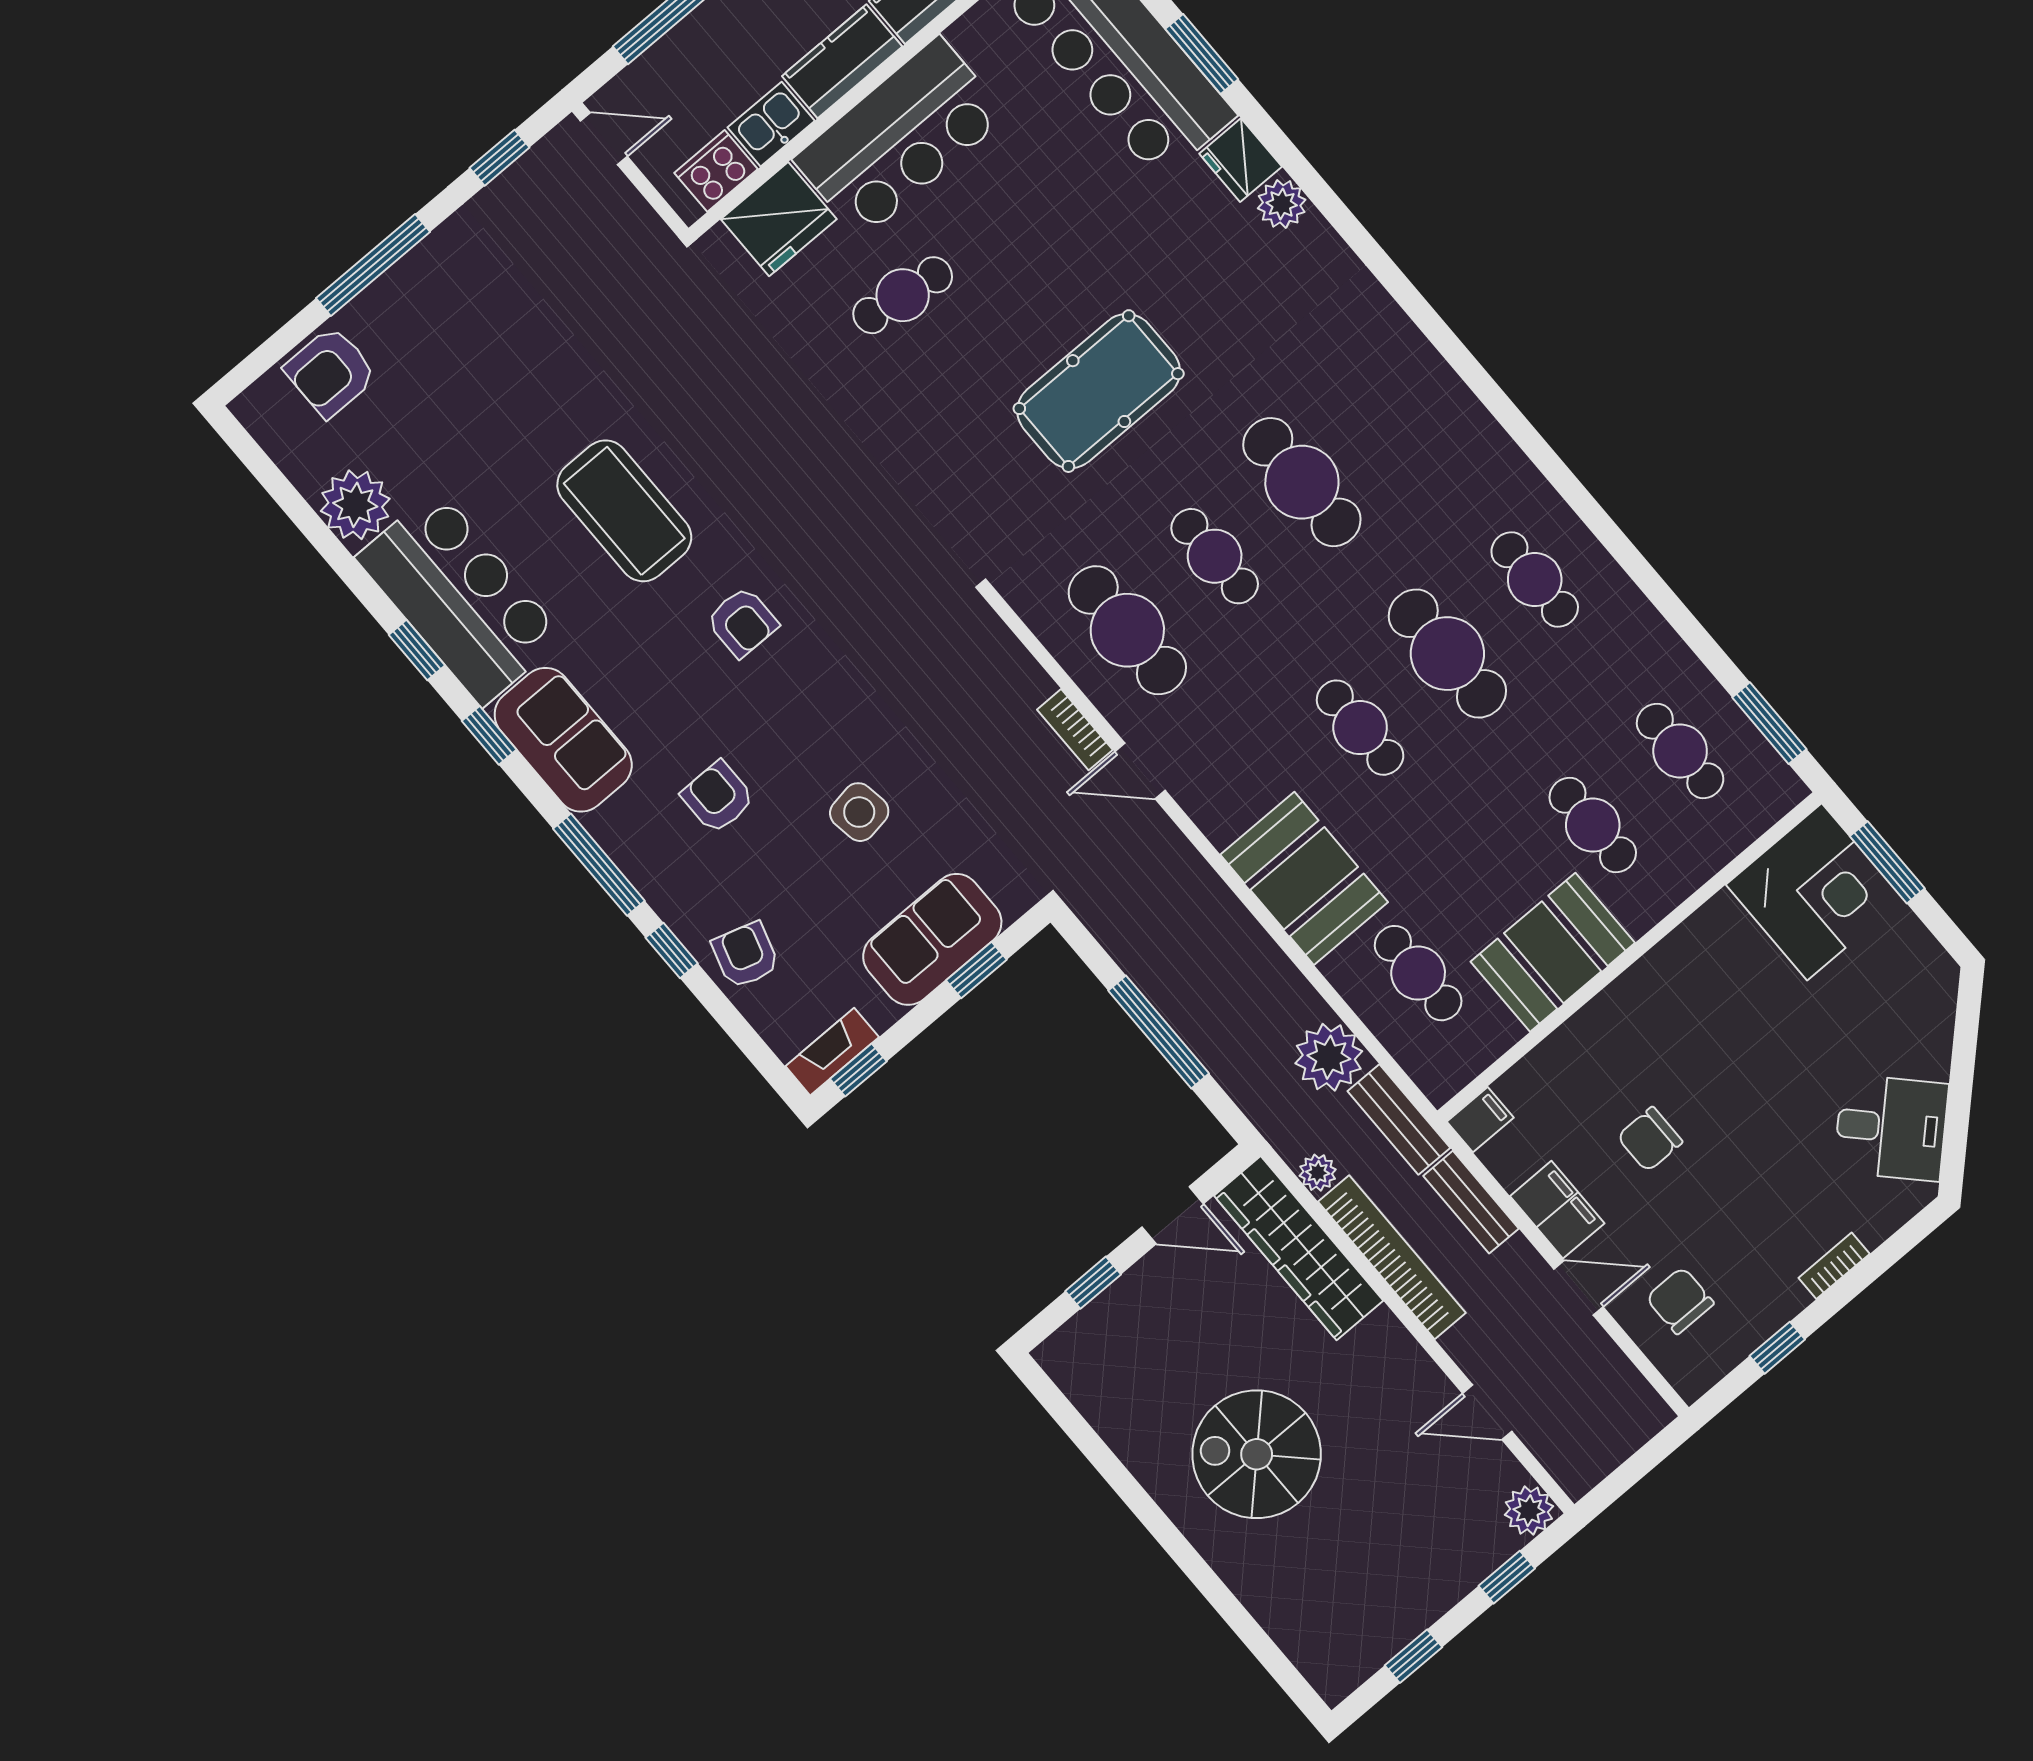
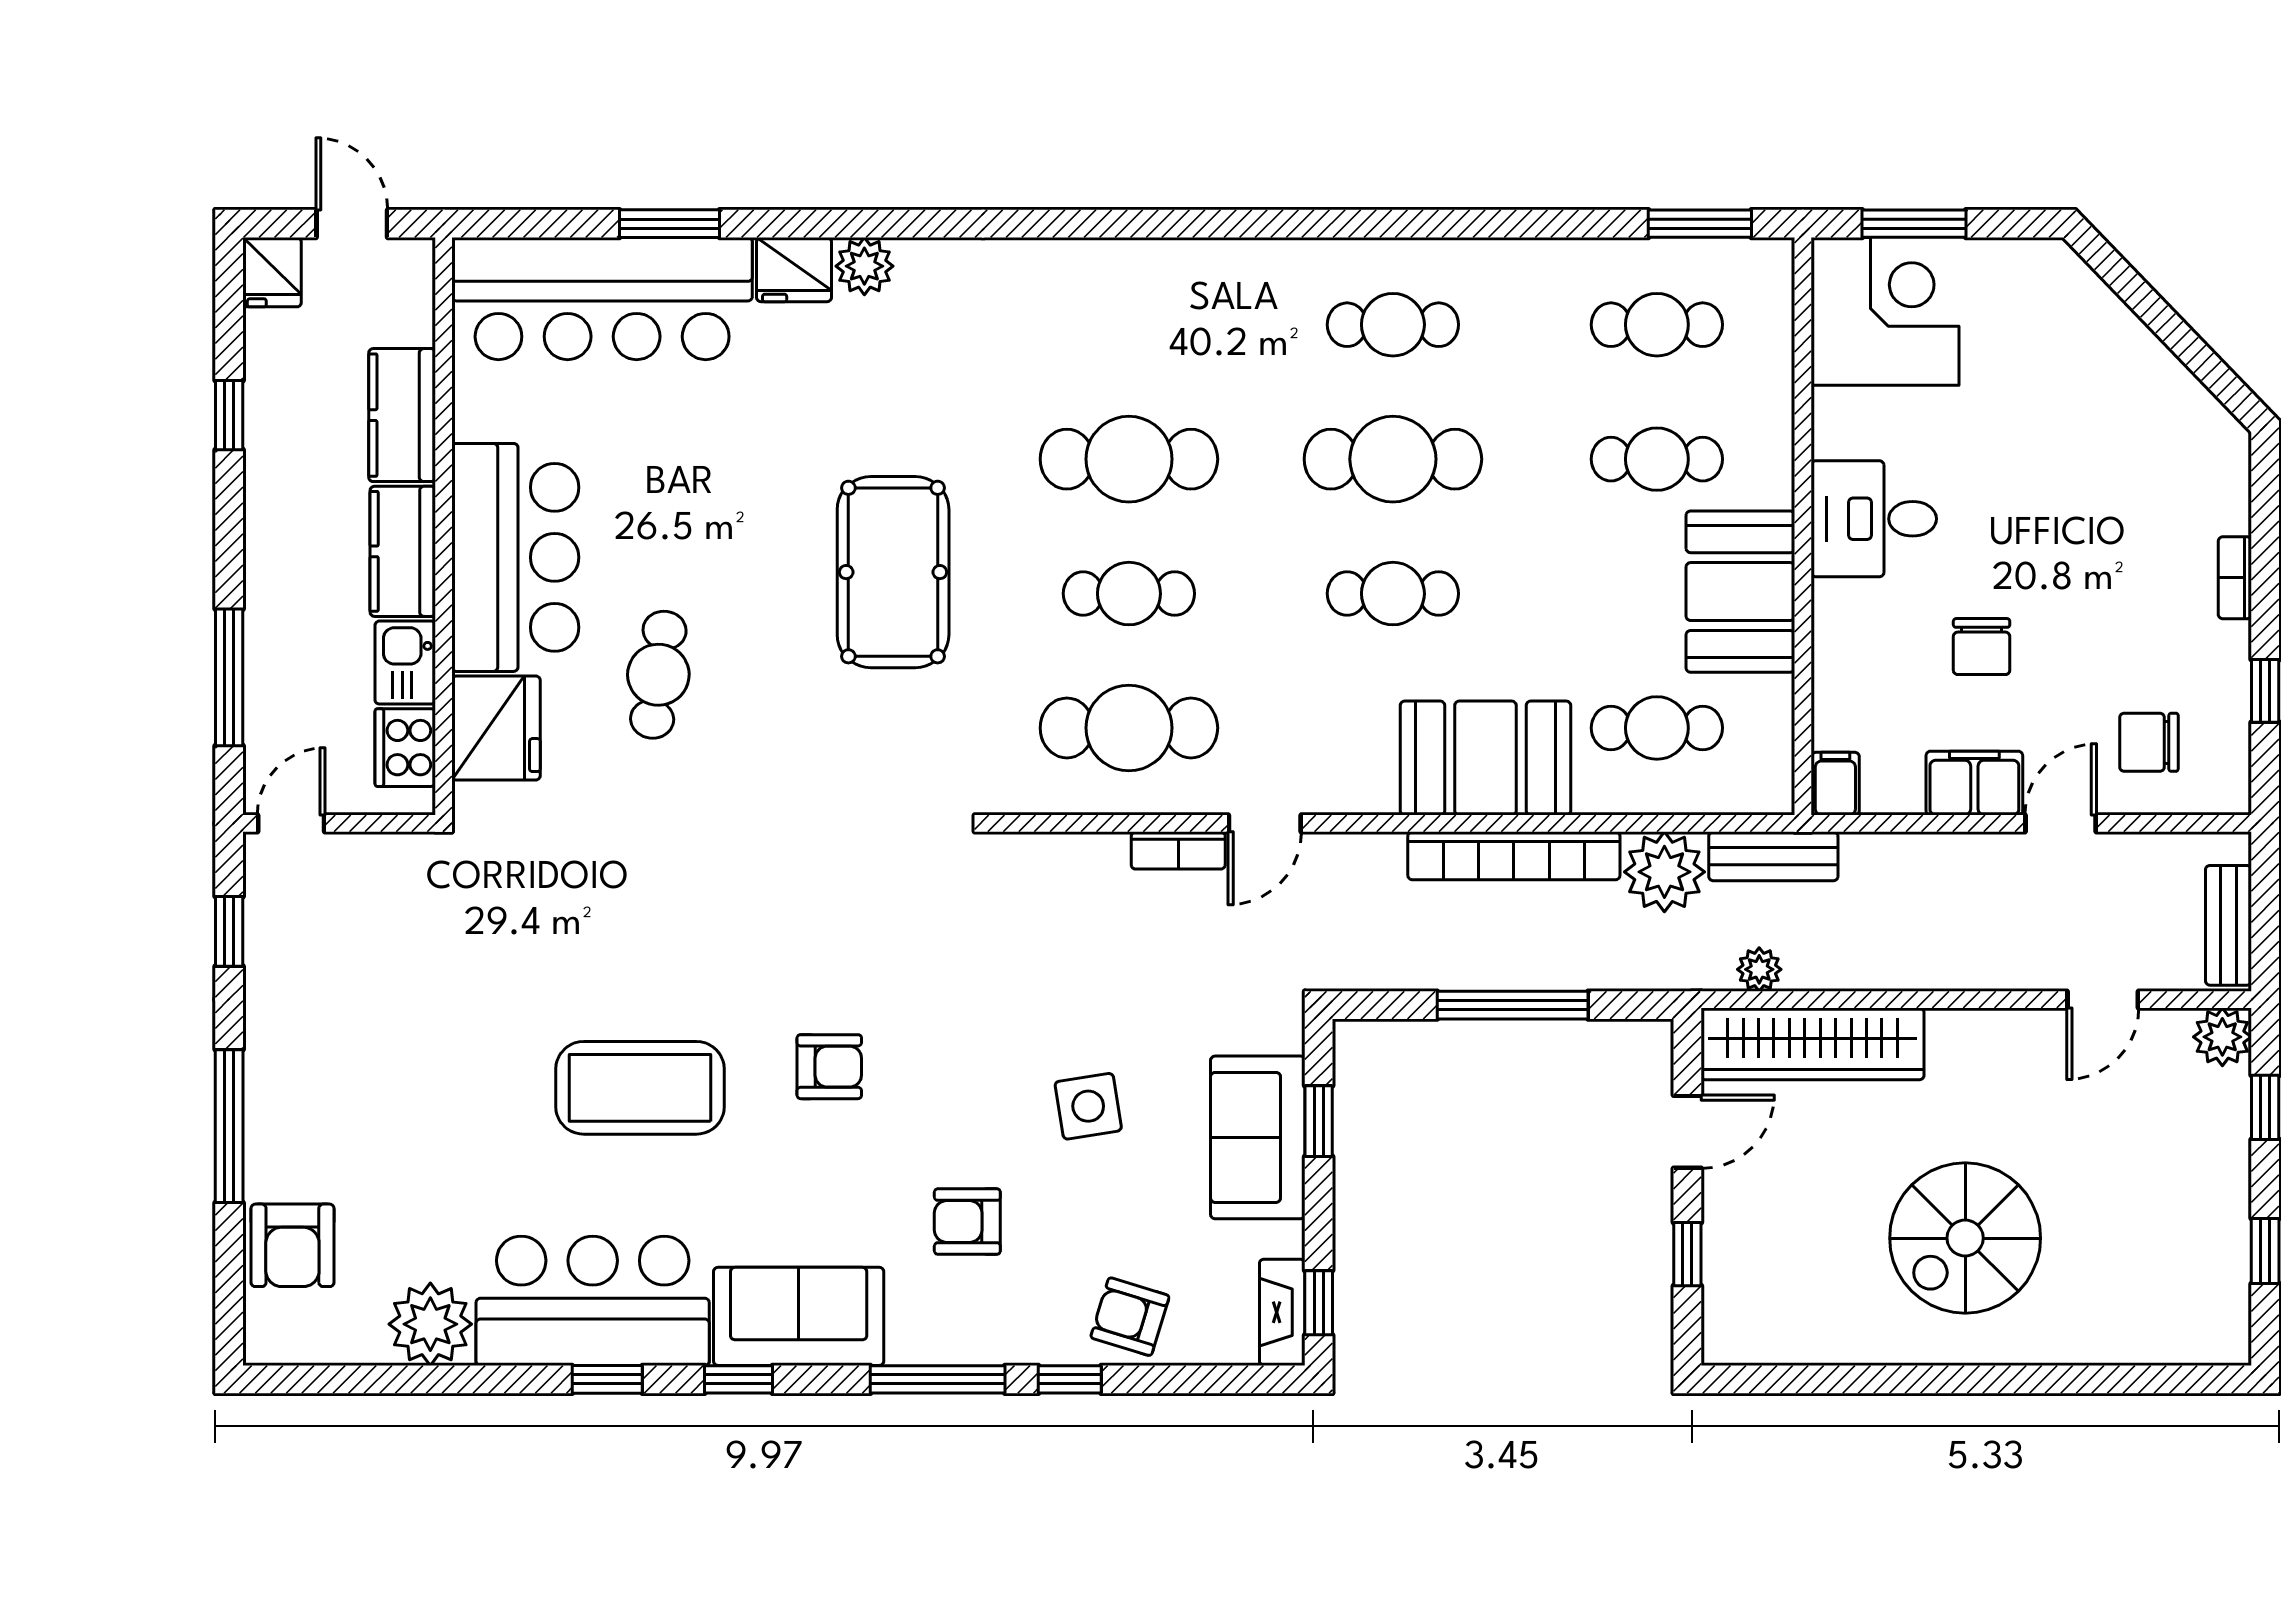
desk: (1891, 1128) -> (1874, 519), moved, turned -136
bench: (1471, 1202) -> (2228, 925), moved, turned 90
bookcase: (1392, 1257) -> (1514, 856), moved, turned 180

